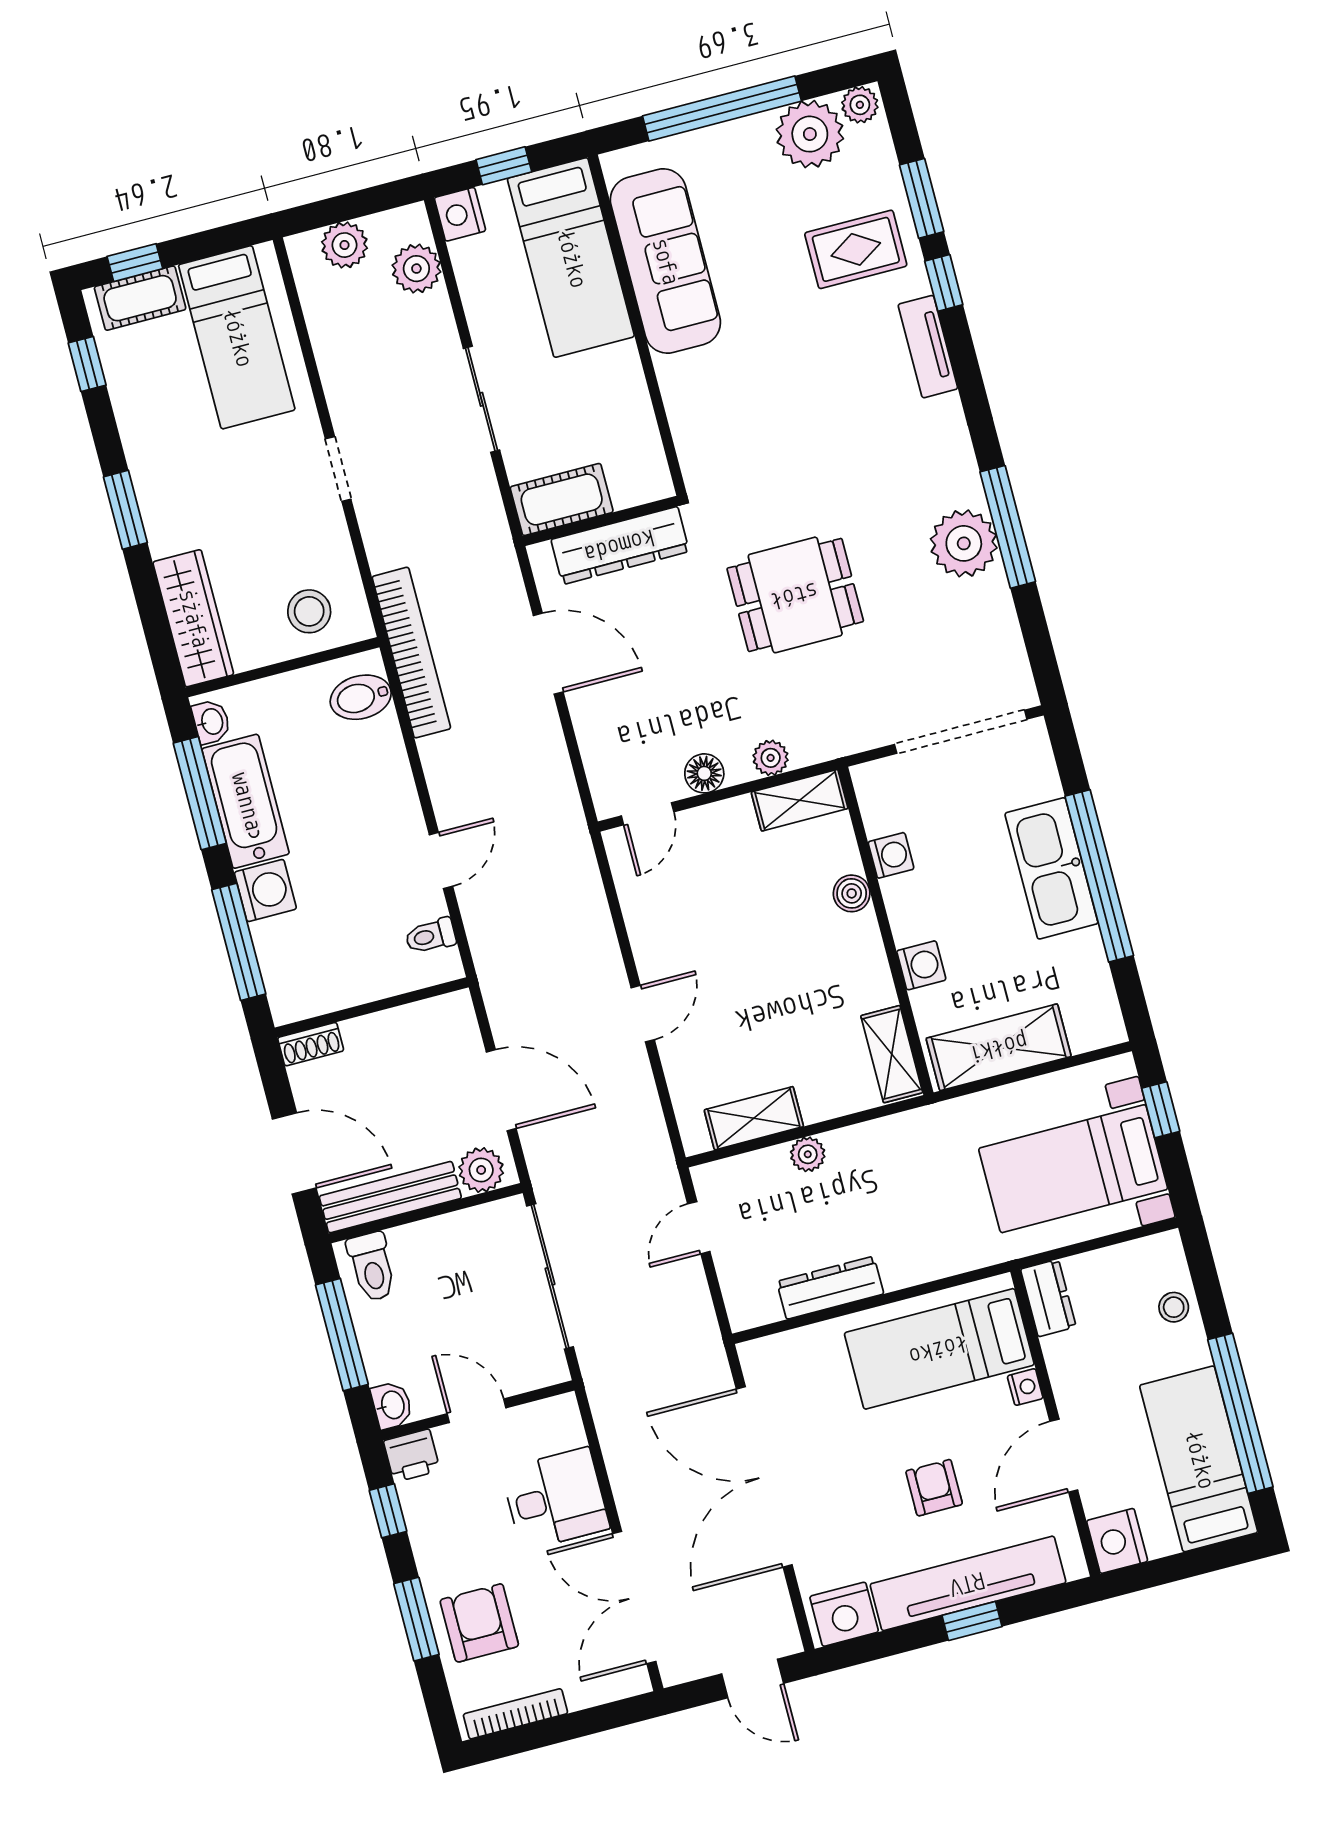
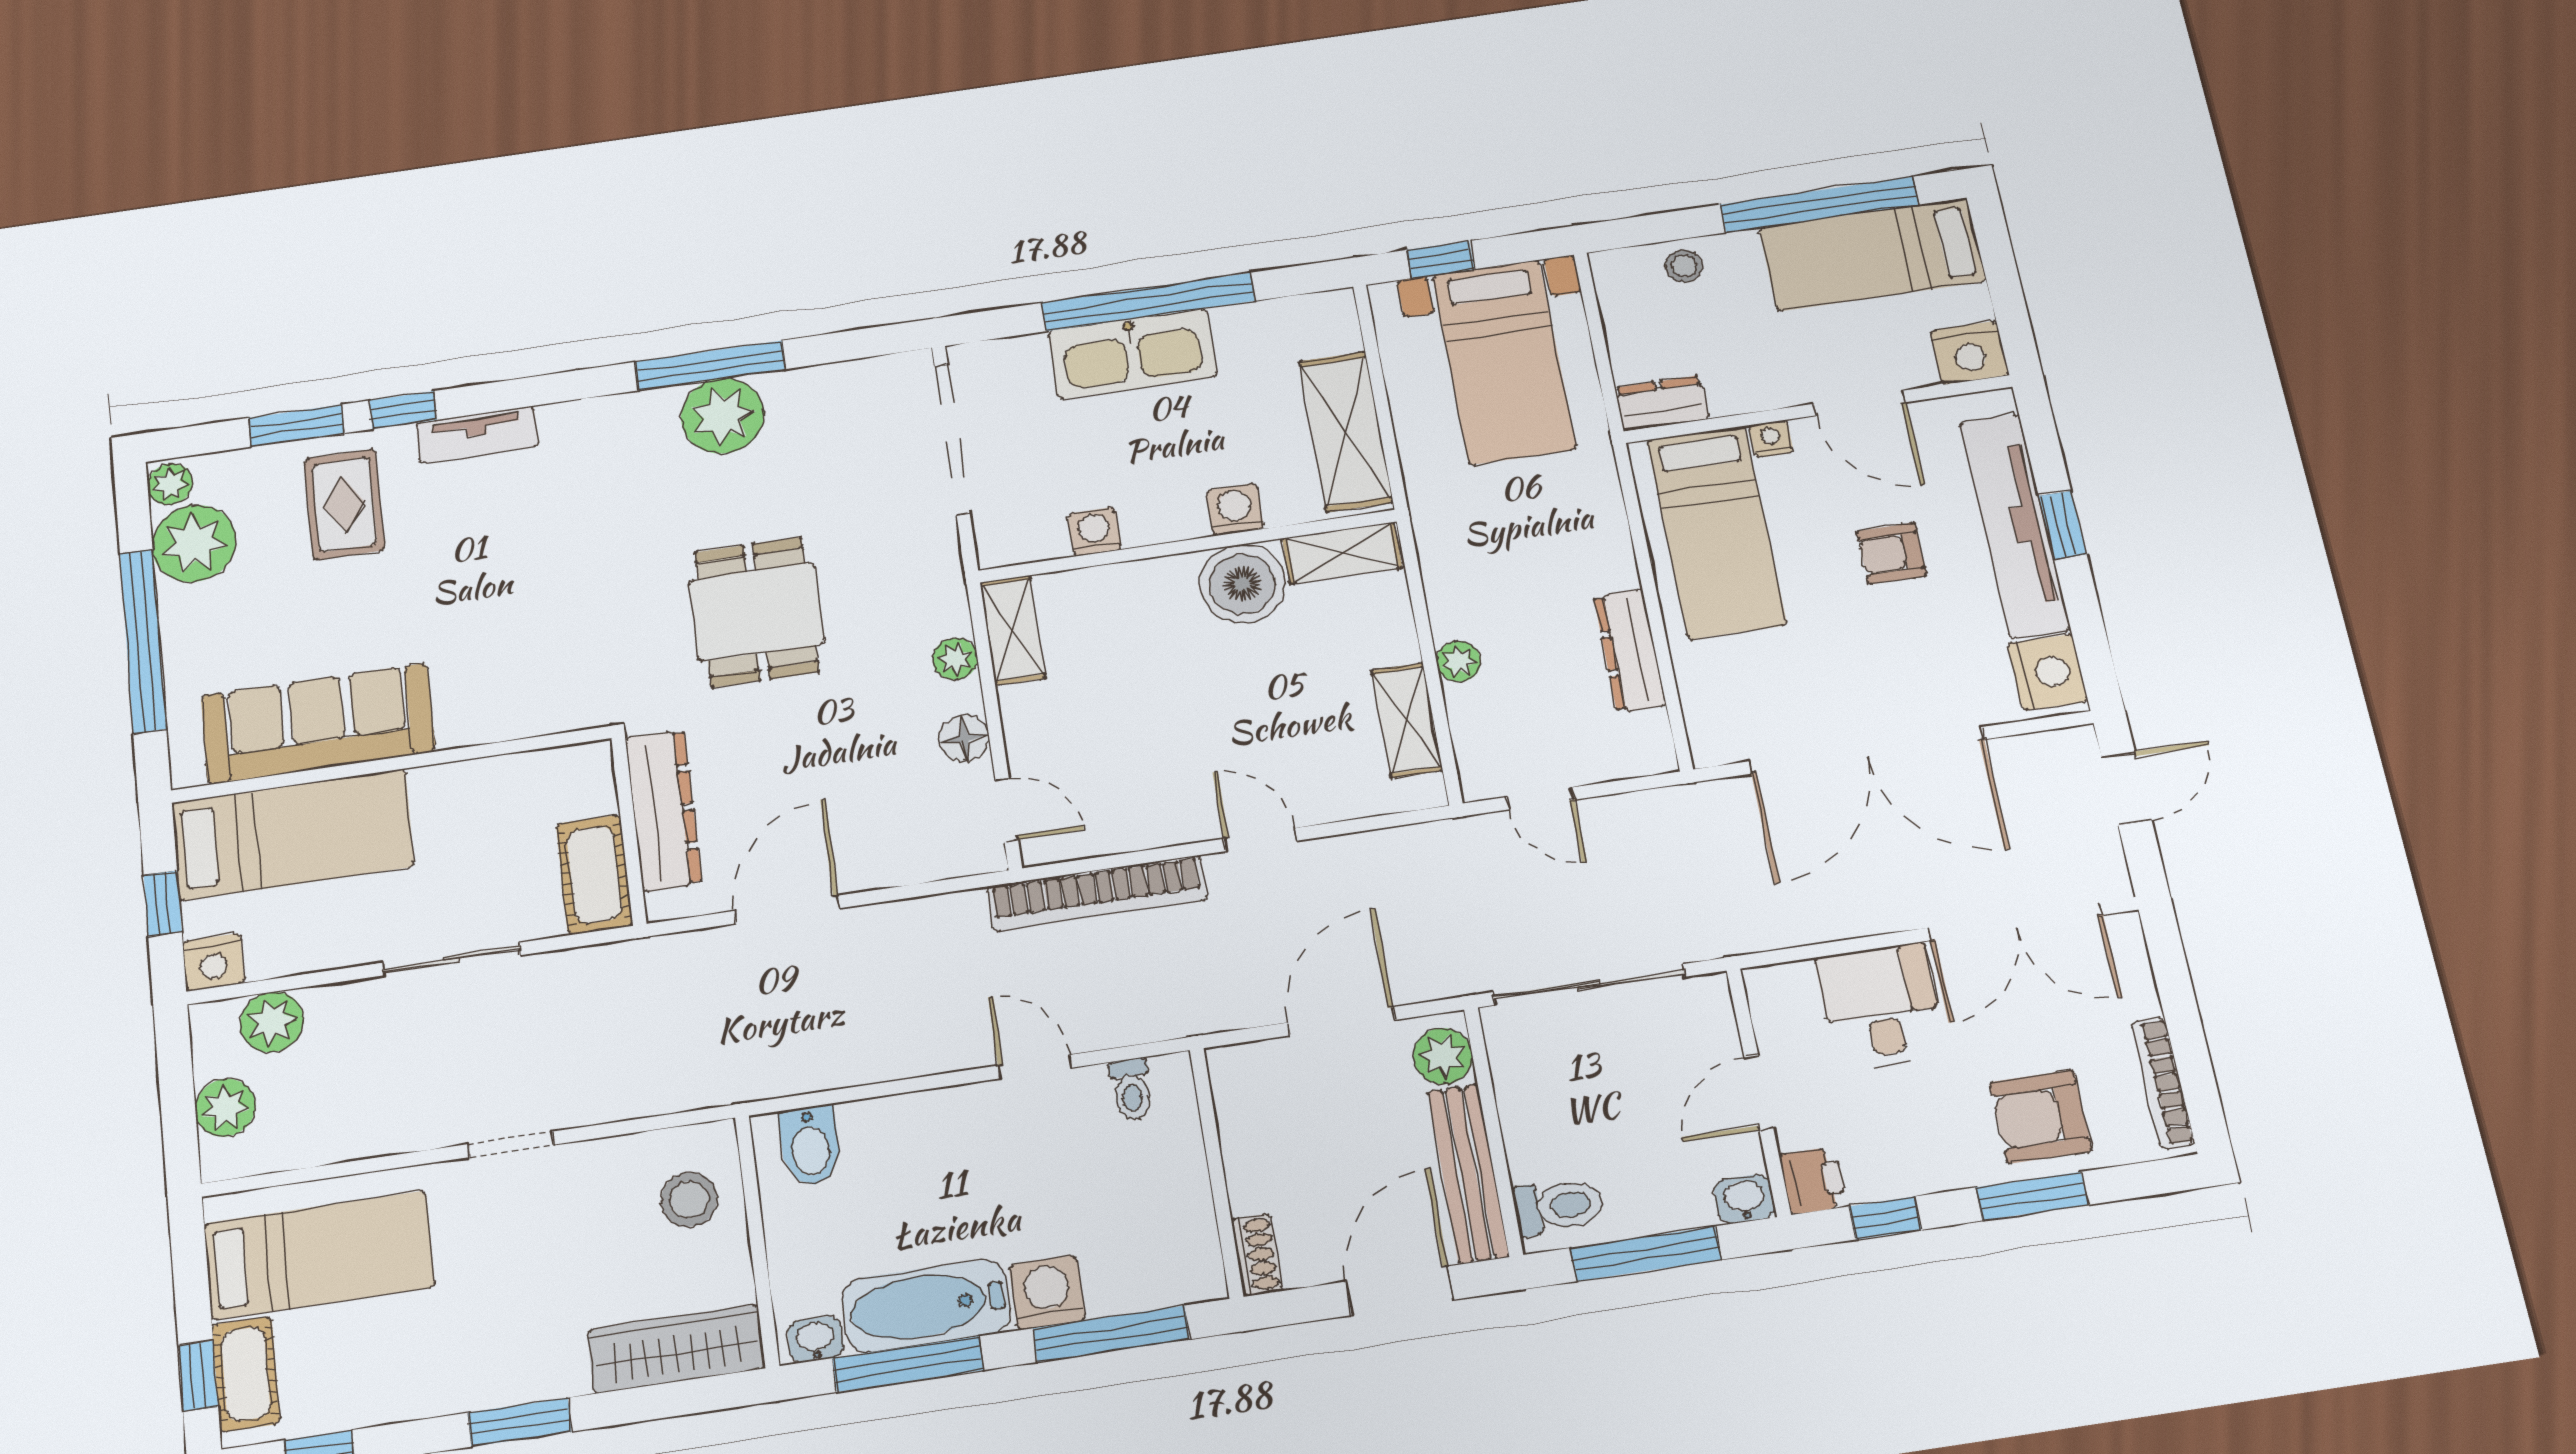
bookcase: (411, 653) -> (1097, 893), moved, turned 180
boiler: (852, 893) -> (1242, 584), moved, width x1.86, depth x1.86

